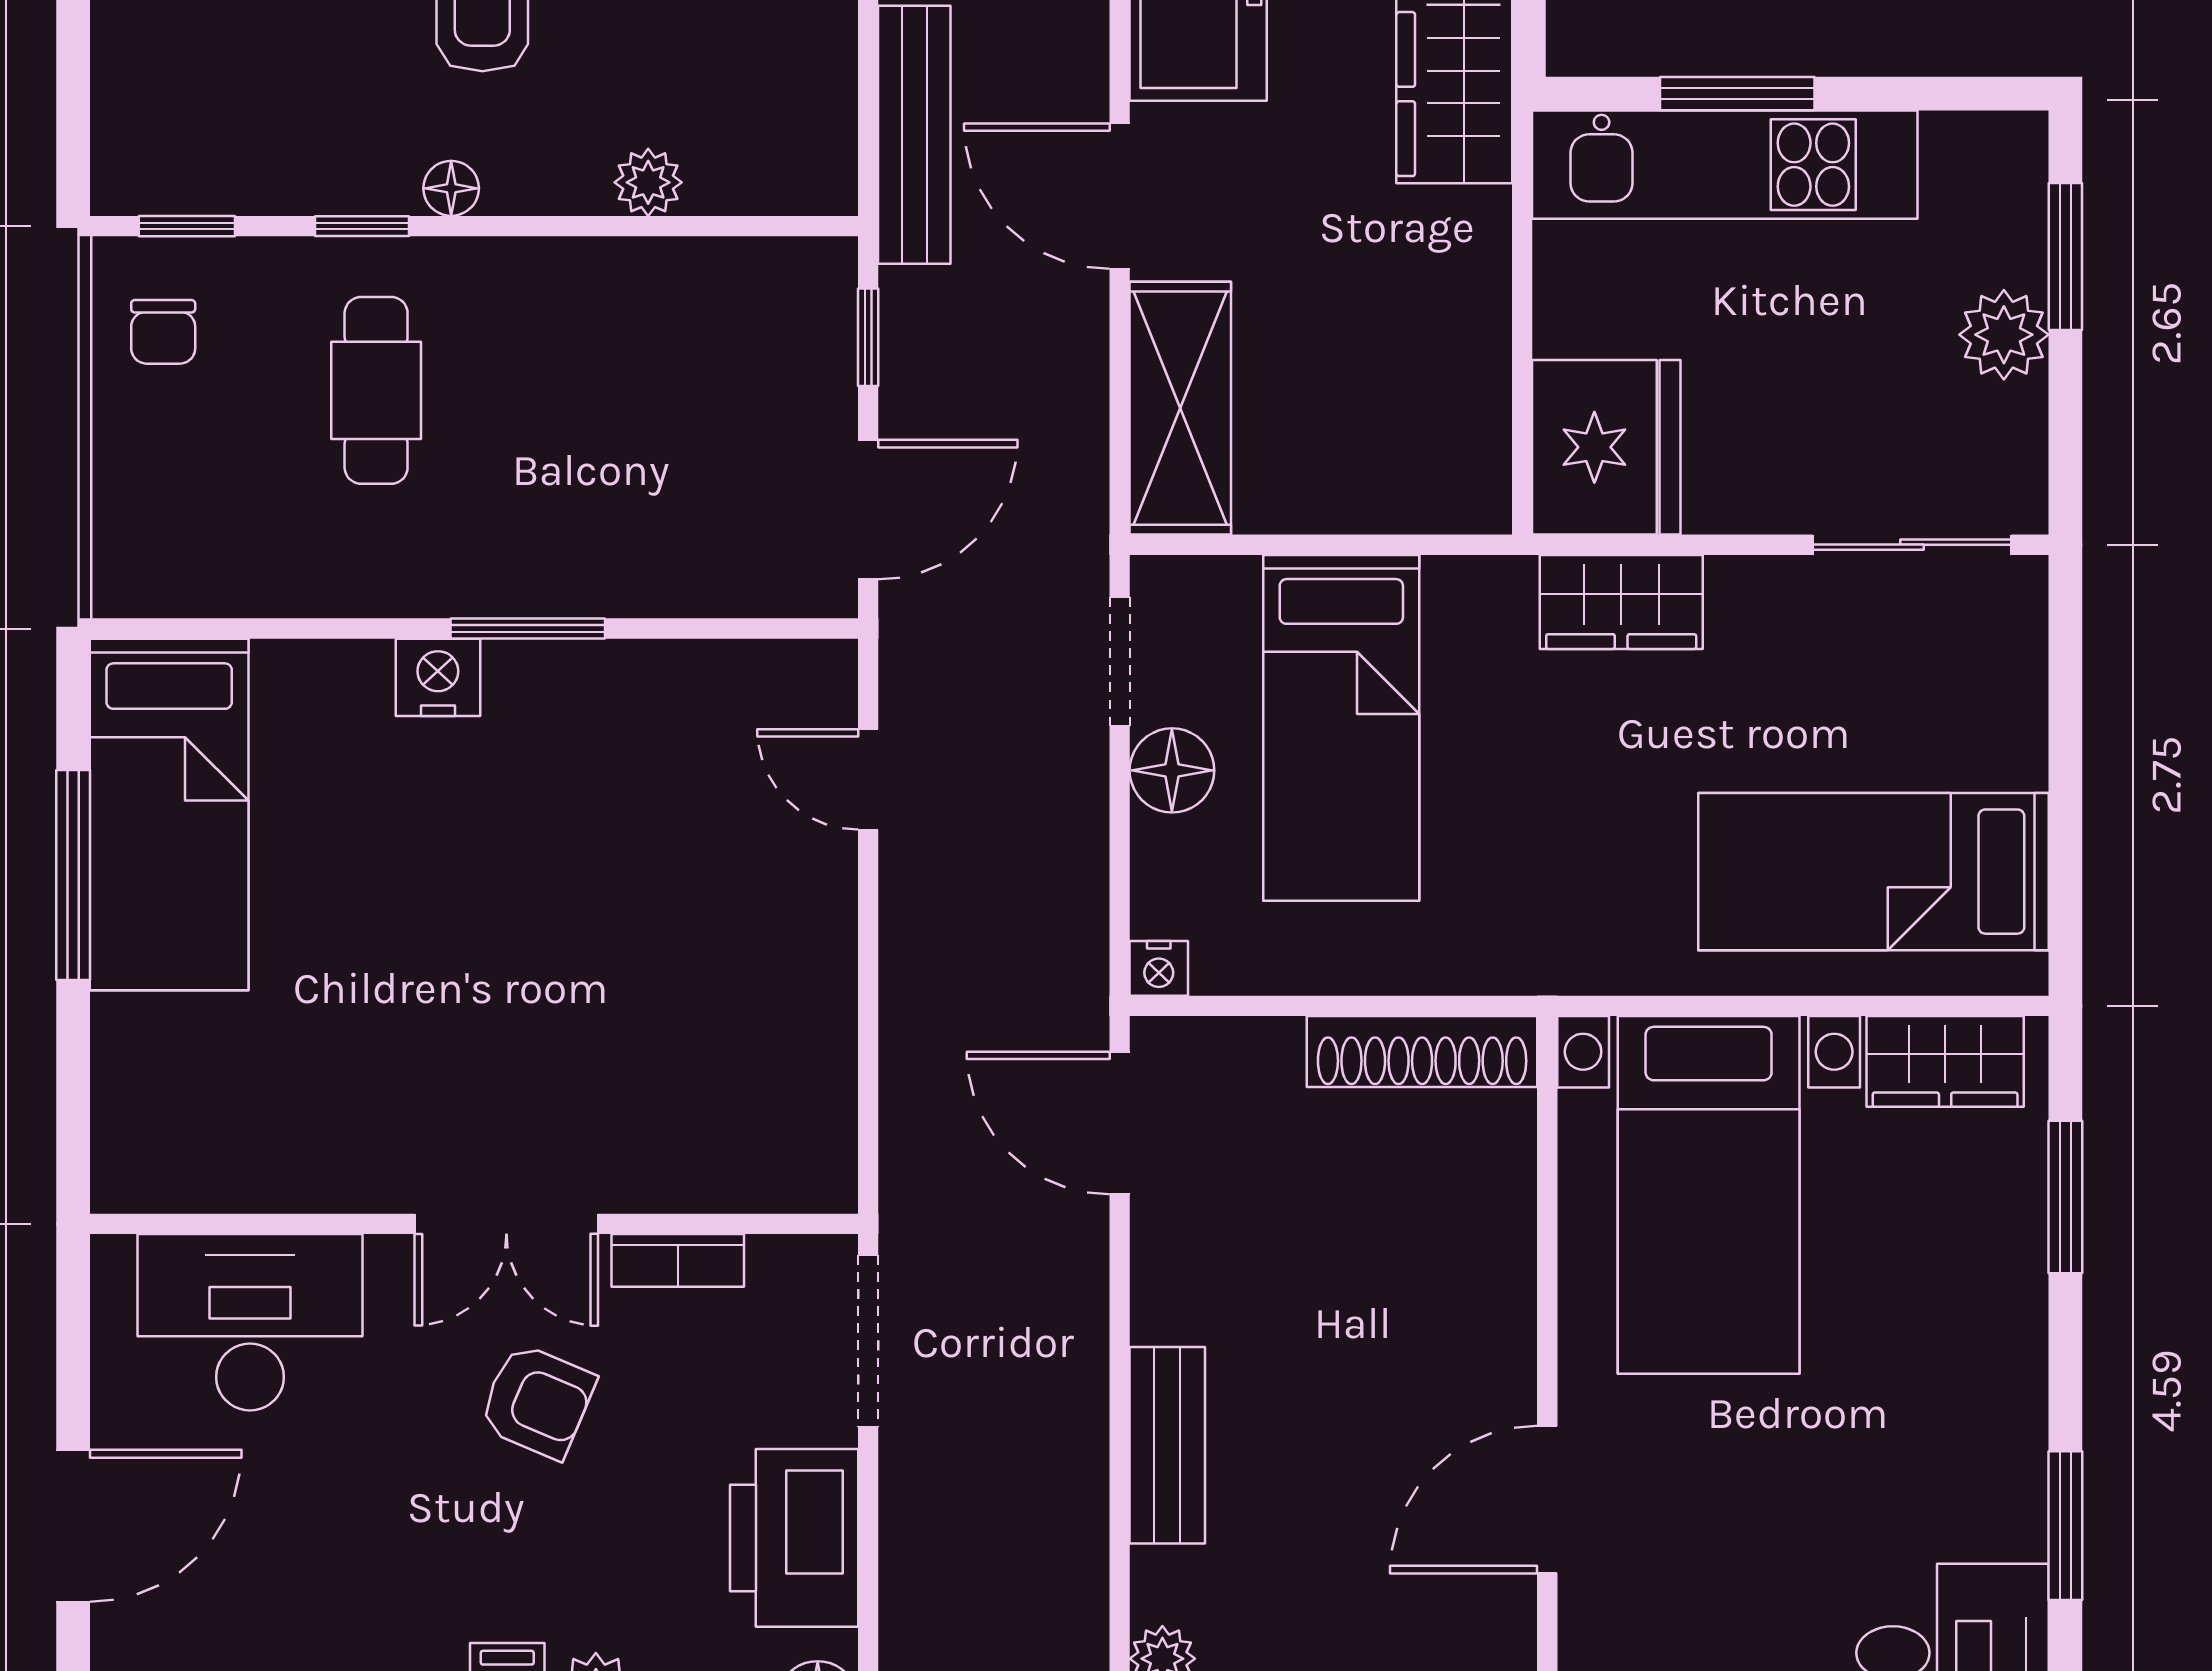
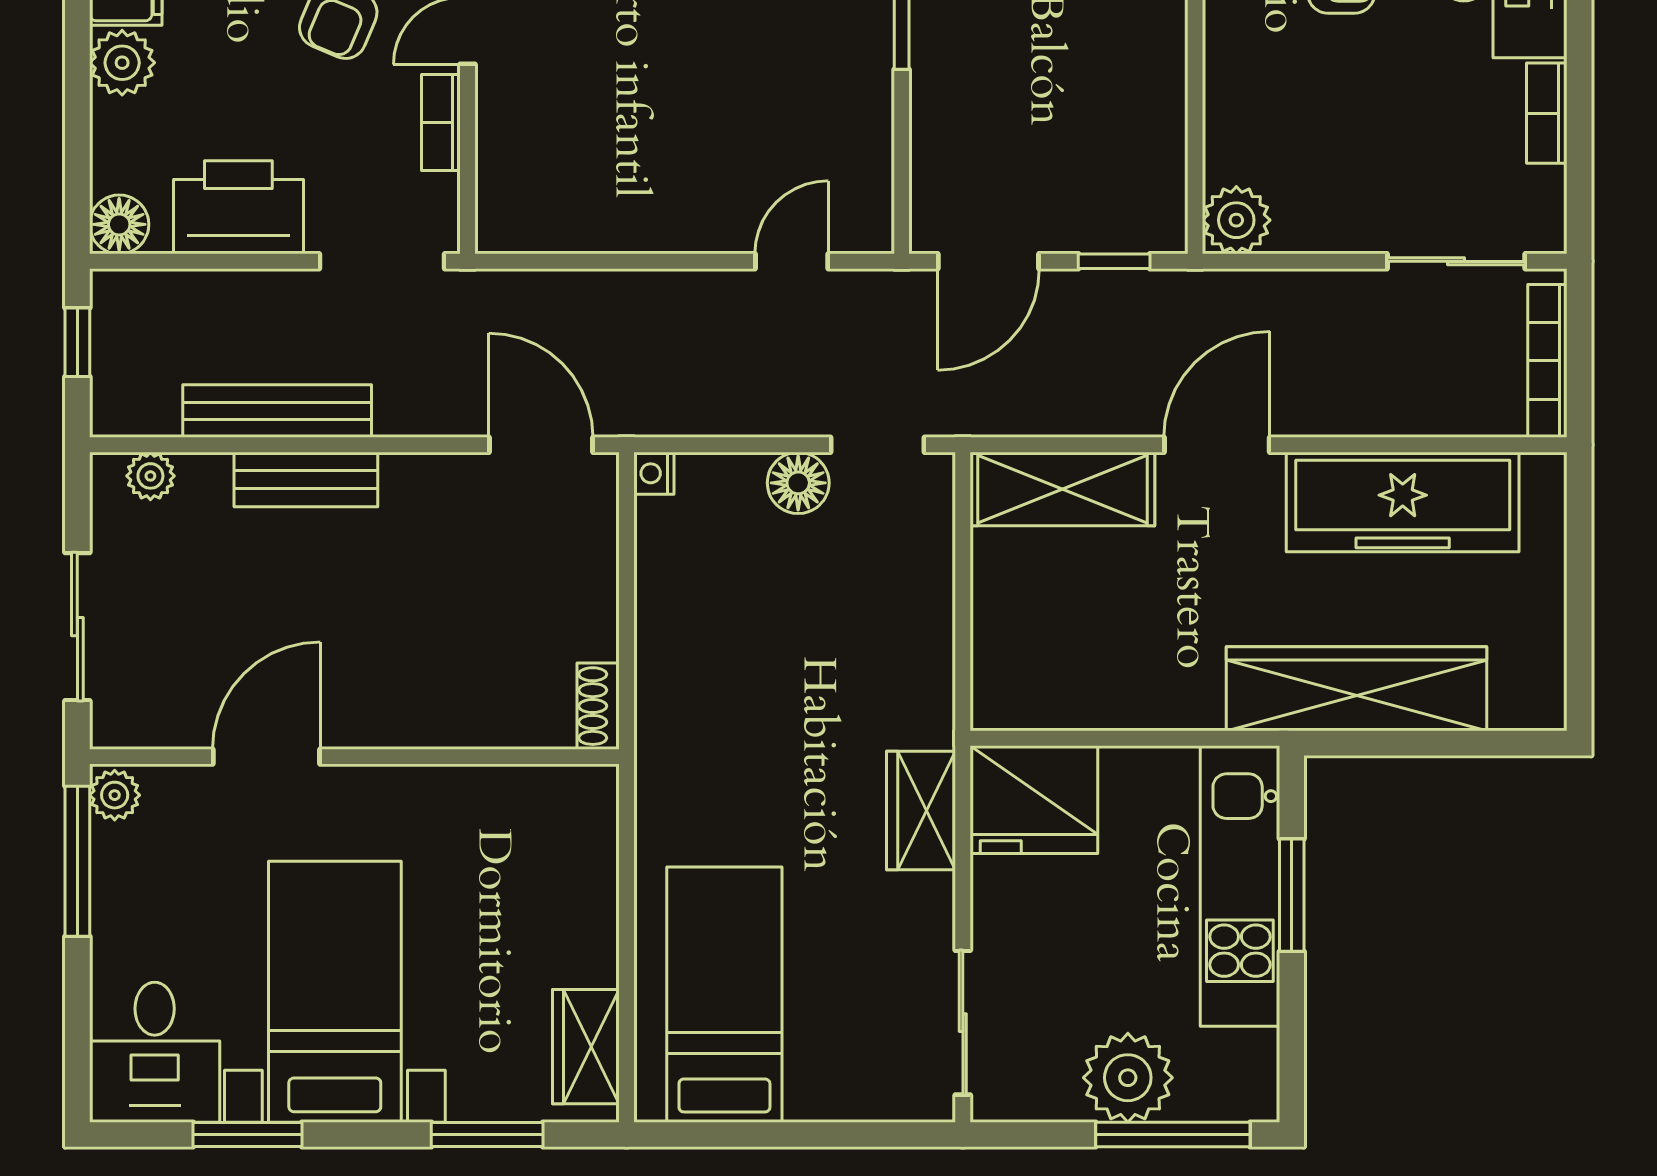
bench: (914, 135) -> (277, 411), moved
plant: (648, 182) -> (1236, 220), moved, width x1.38, depth x1.38
window: (2065, 256) -> (1173, 1134), width x1.44
plant: (2004, 335) -> (1128, 1078), width x1.36, depth x1.36
door: (868, 510) -> (988, 261), hinge flipped
bed: (1341, 728) -> (829, 606), removed
shoe rack: (1422, 1051) -> (598, 706), width x0.51, depth x0.81
door: (1120, 1123) -> (541, 445), hinge flipped
bed with nightstands: (1709, 1195) -> (335, 992), moved, turned 90
door: (1547, 1500) -> (266, 757), hinge flipped

